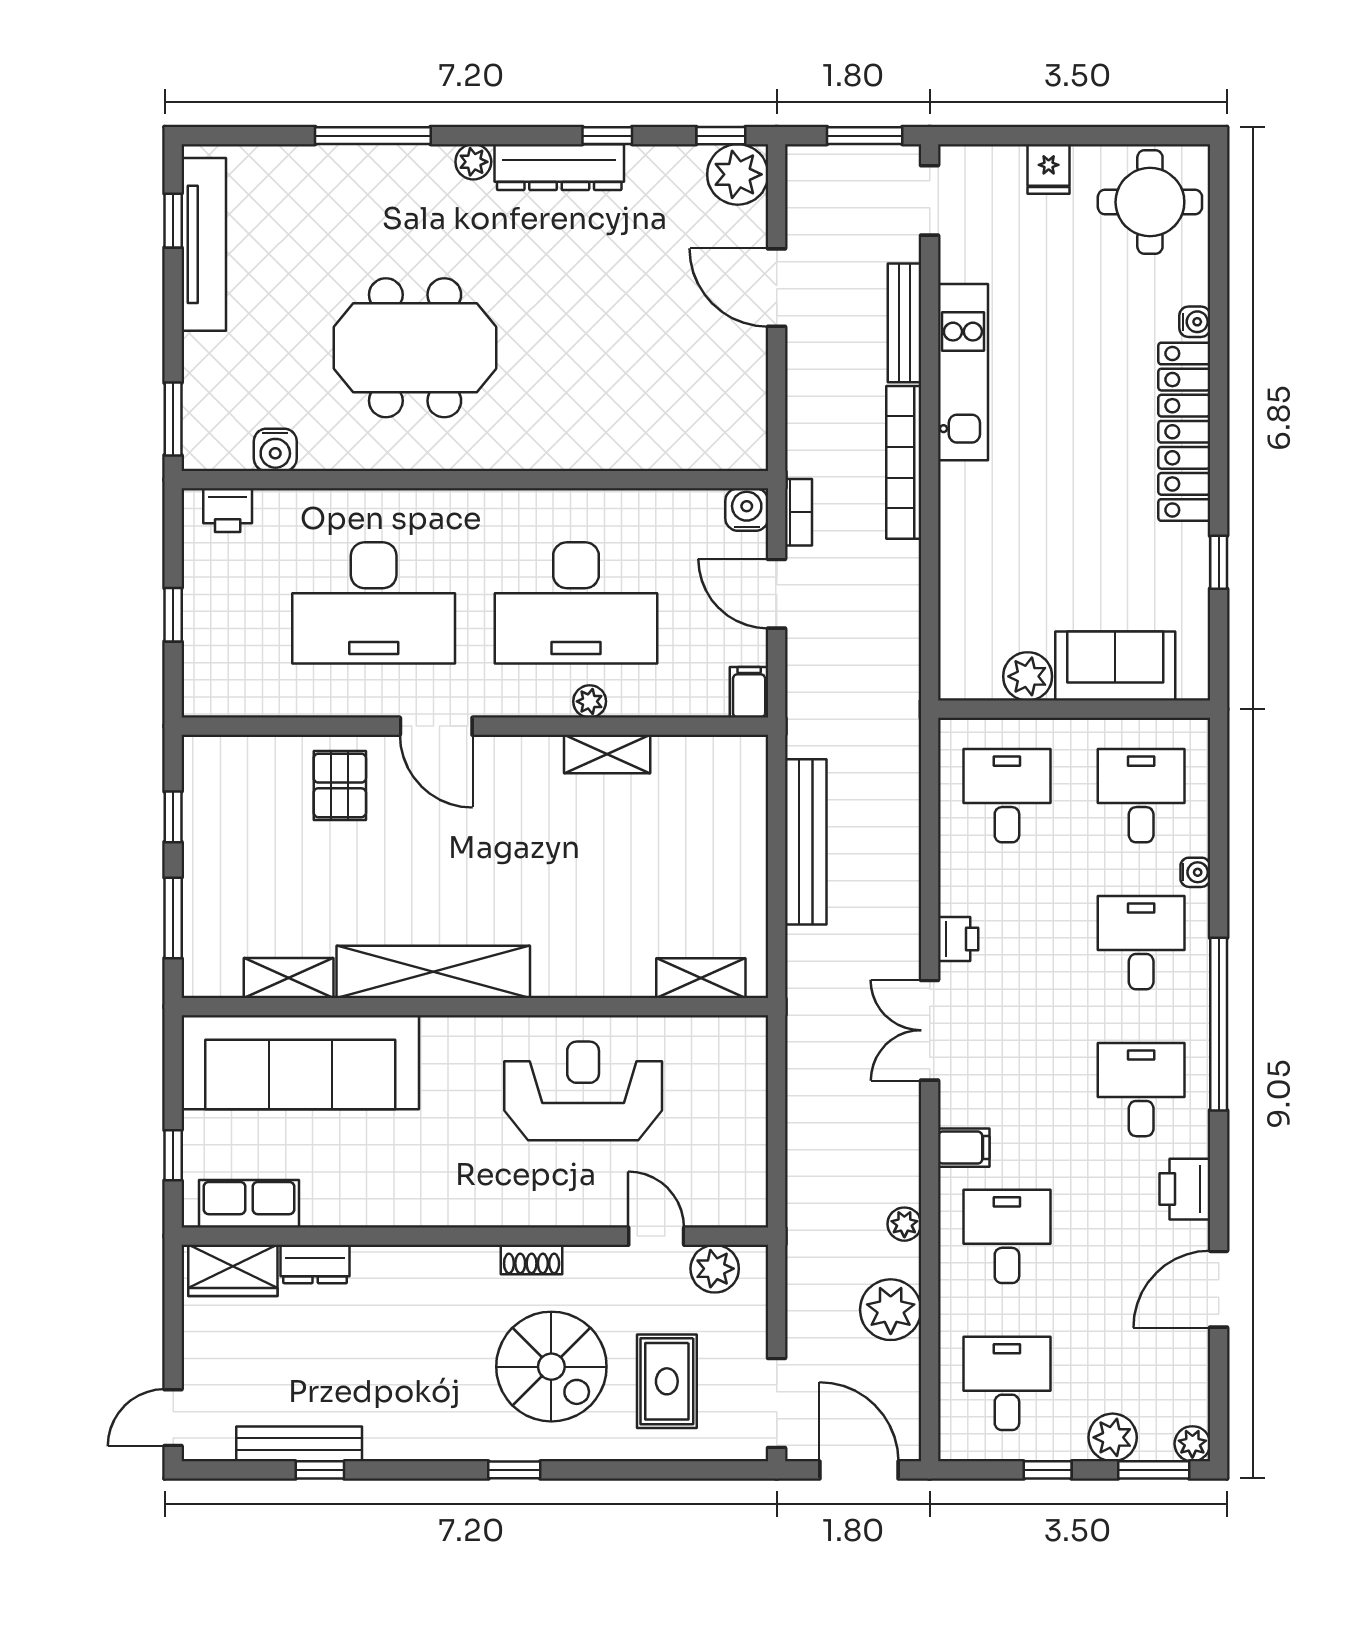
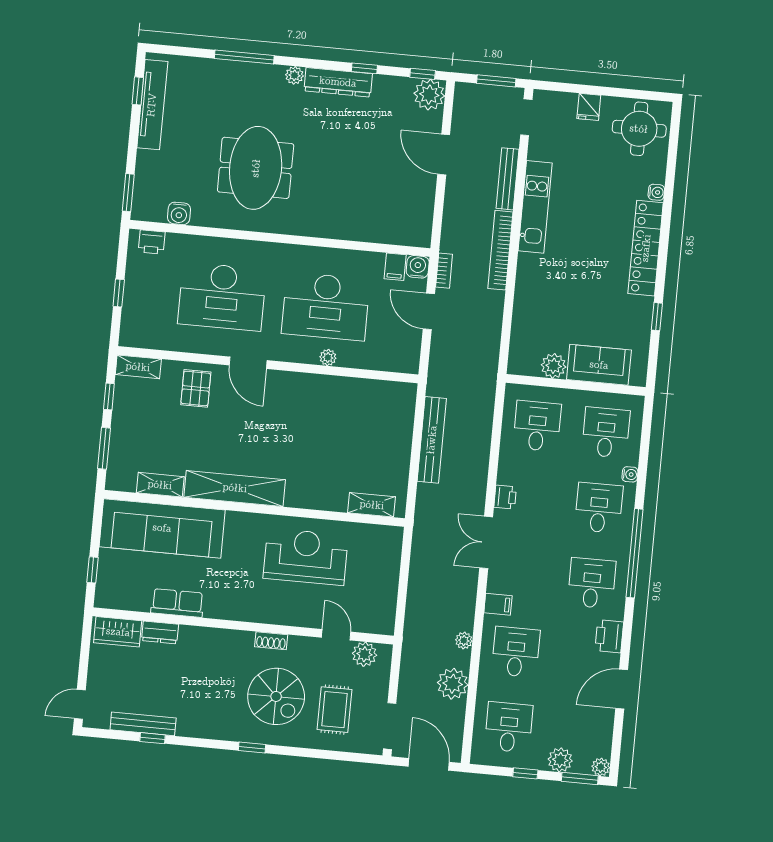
meeting table: (415, 348) -> (256, 168), turned 90
filing cabinet: (749, 692) -> (395, 267), moved, turned 180
shelving: (607, 754) -> (138, 367), moved
row of seats: (249, 1204) -> (177, 603), moved

